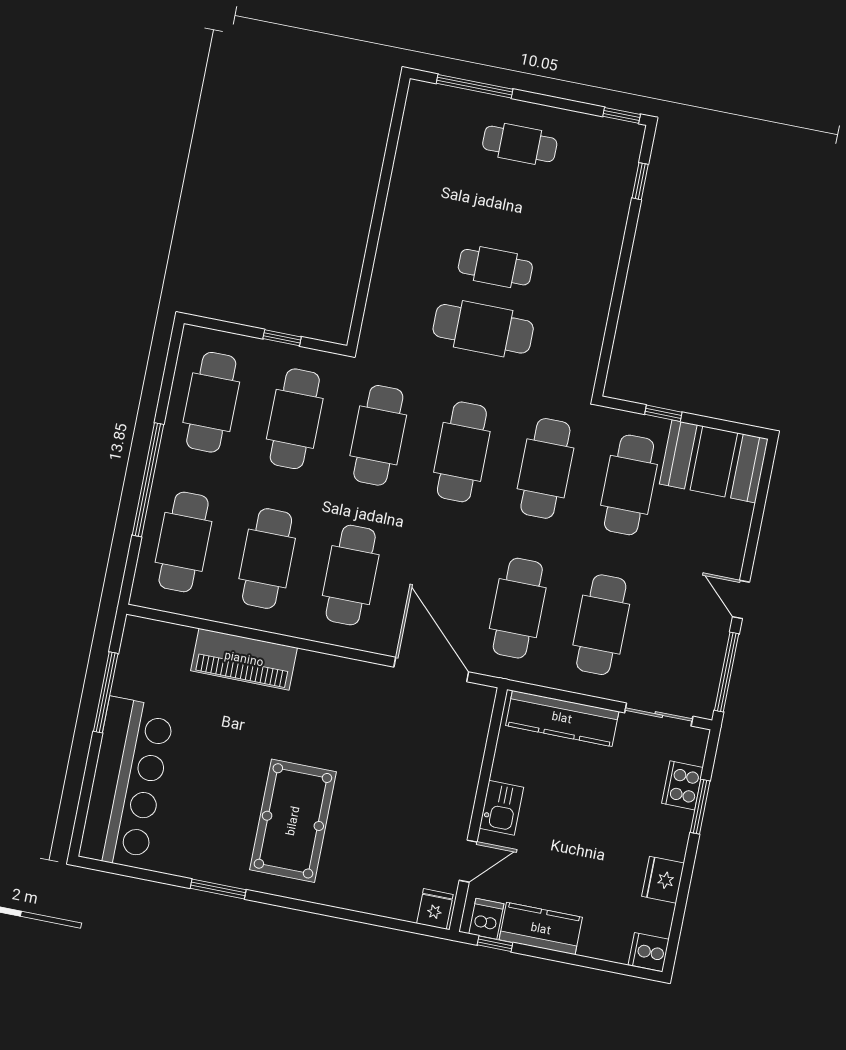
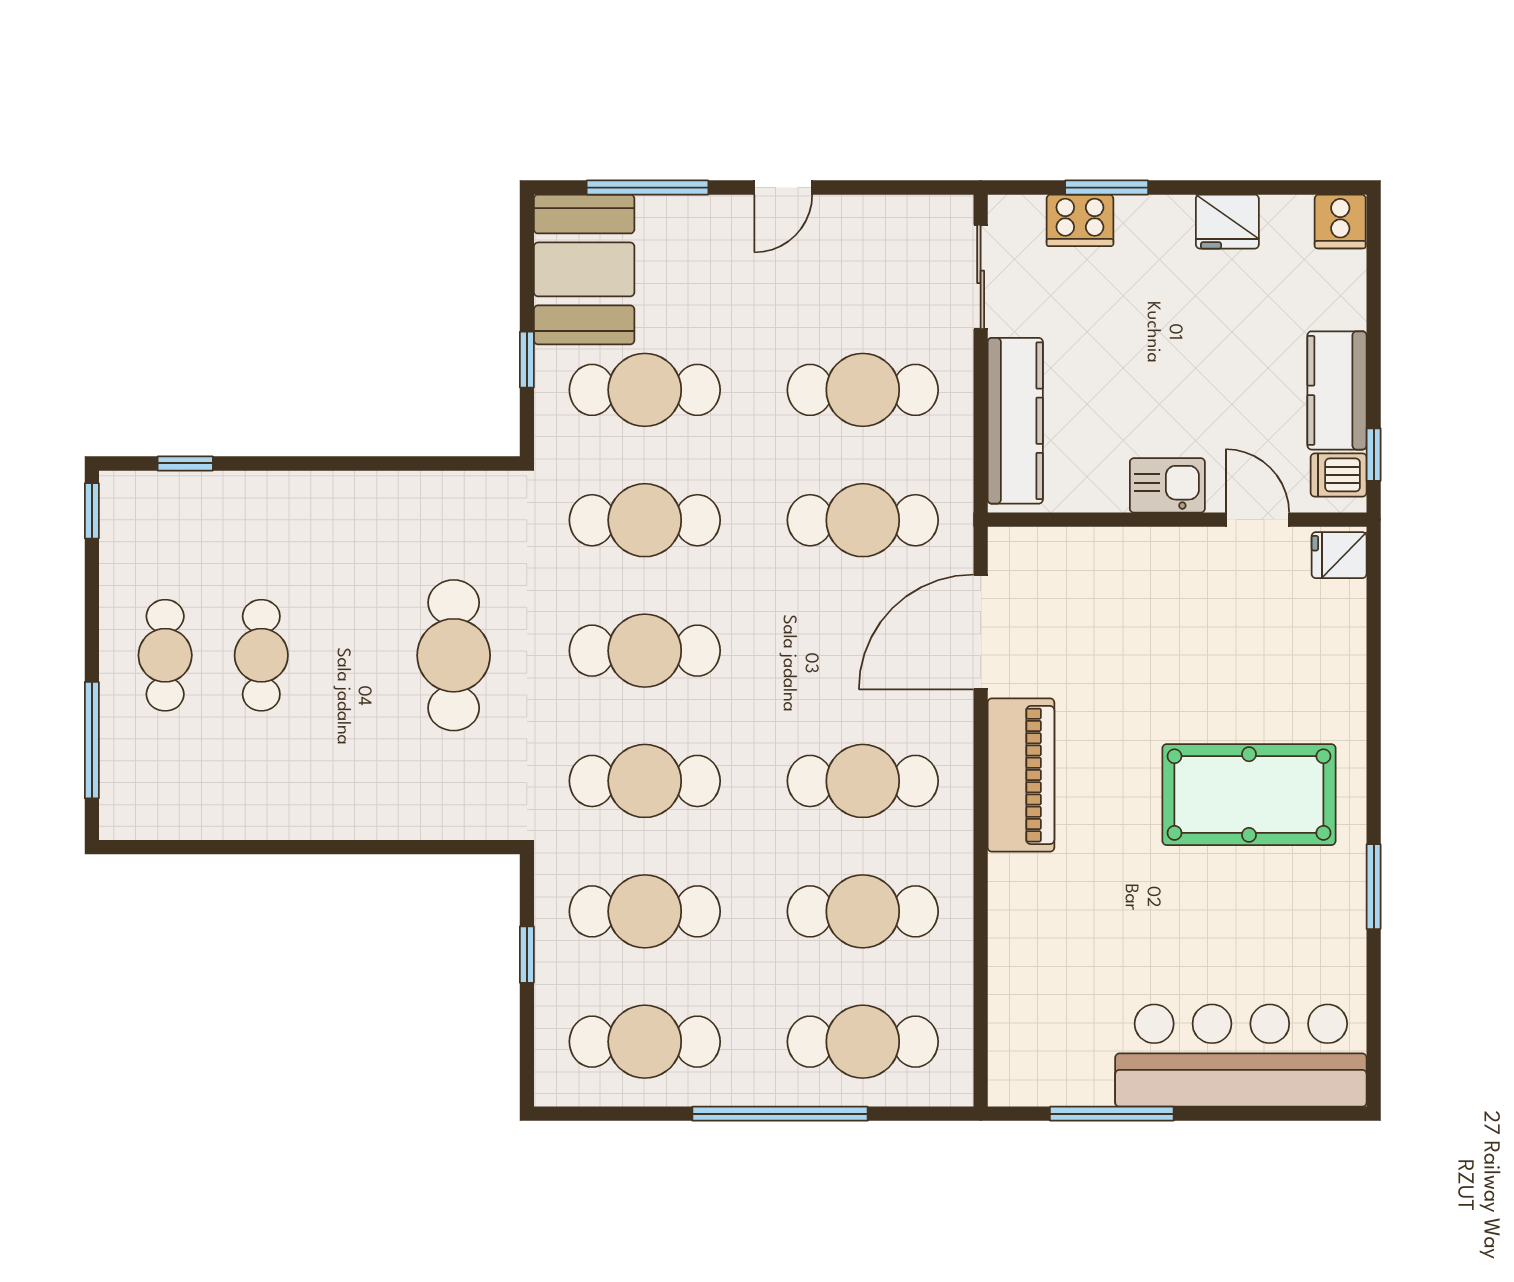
cafe table: (495, 267) -> (261, 655), moved
piano: (244, 659) -> (1021, 775), moved
window: (727, 672) -> (648, 188), moved

